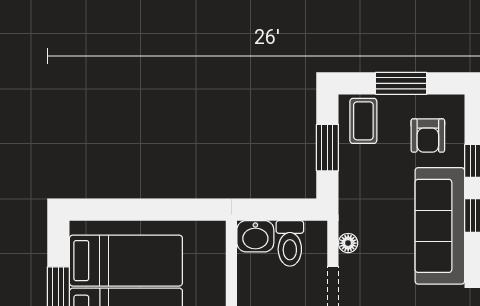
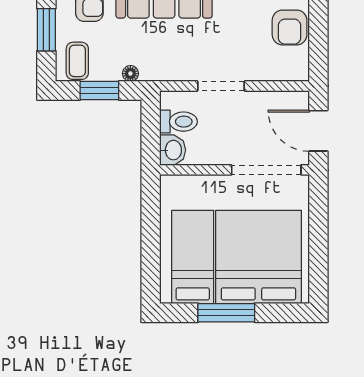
coffee table: (363, 121) -> (77, 61), turned 90
floor lamp: (348, 243) -> (130, 74), moved

